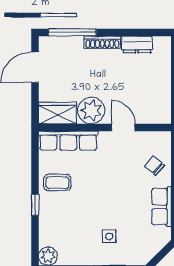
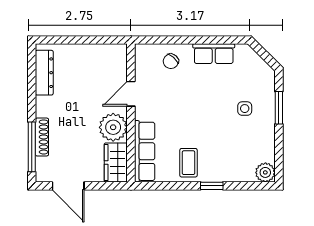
shoe rack: (102, 42) -> (42, 137), moved
dresser: (137, 44) -> (44, 73), width x1.44

